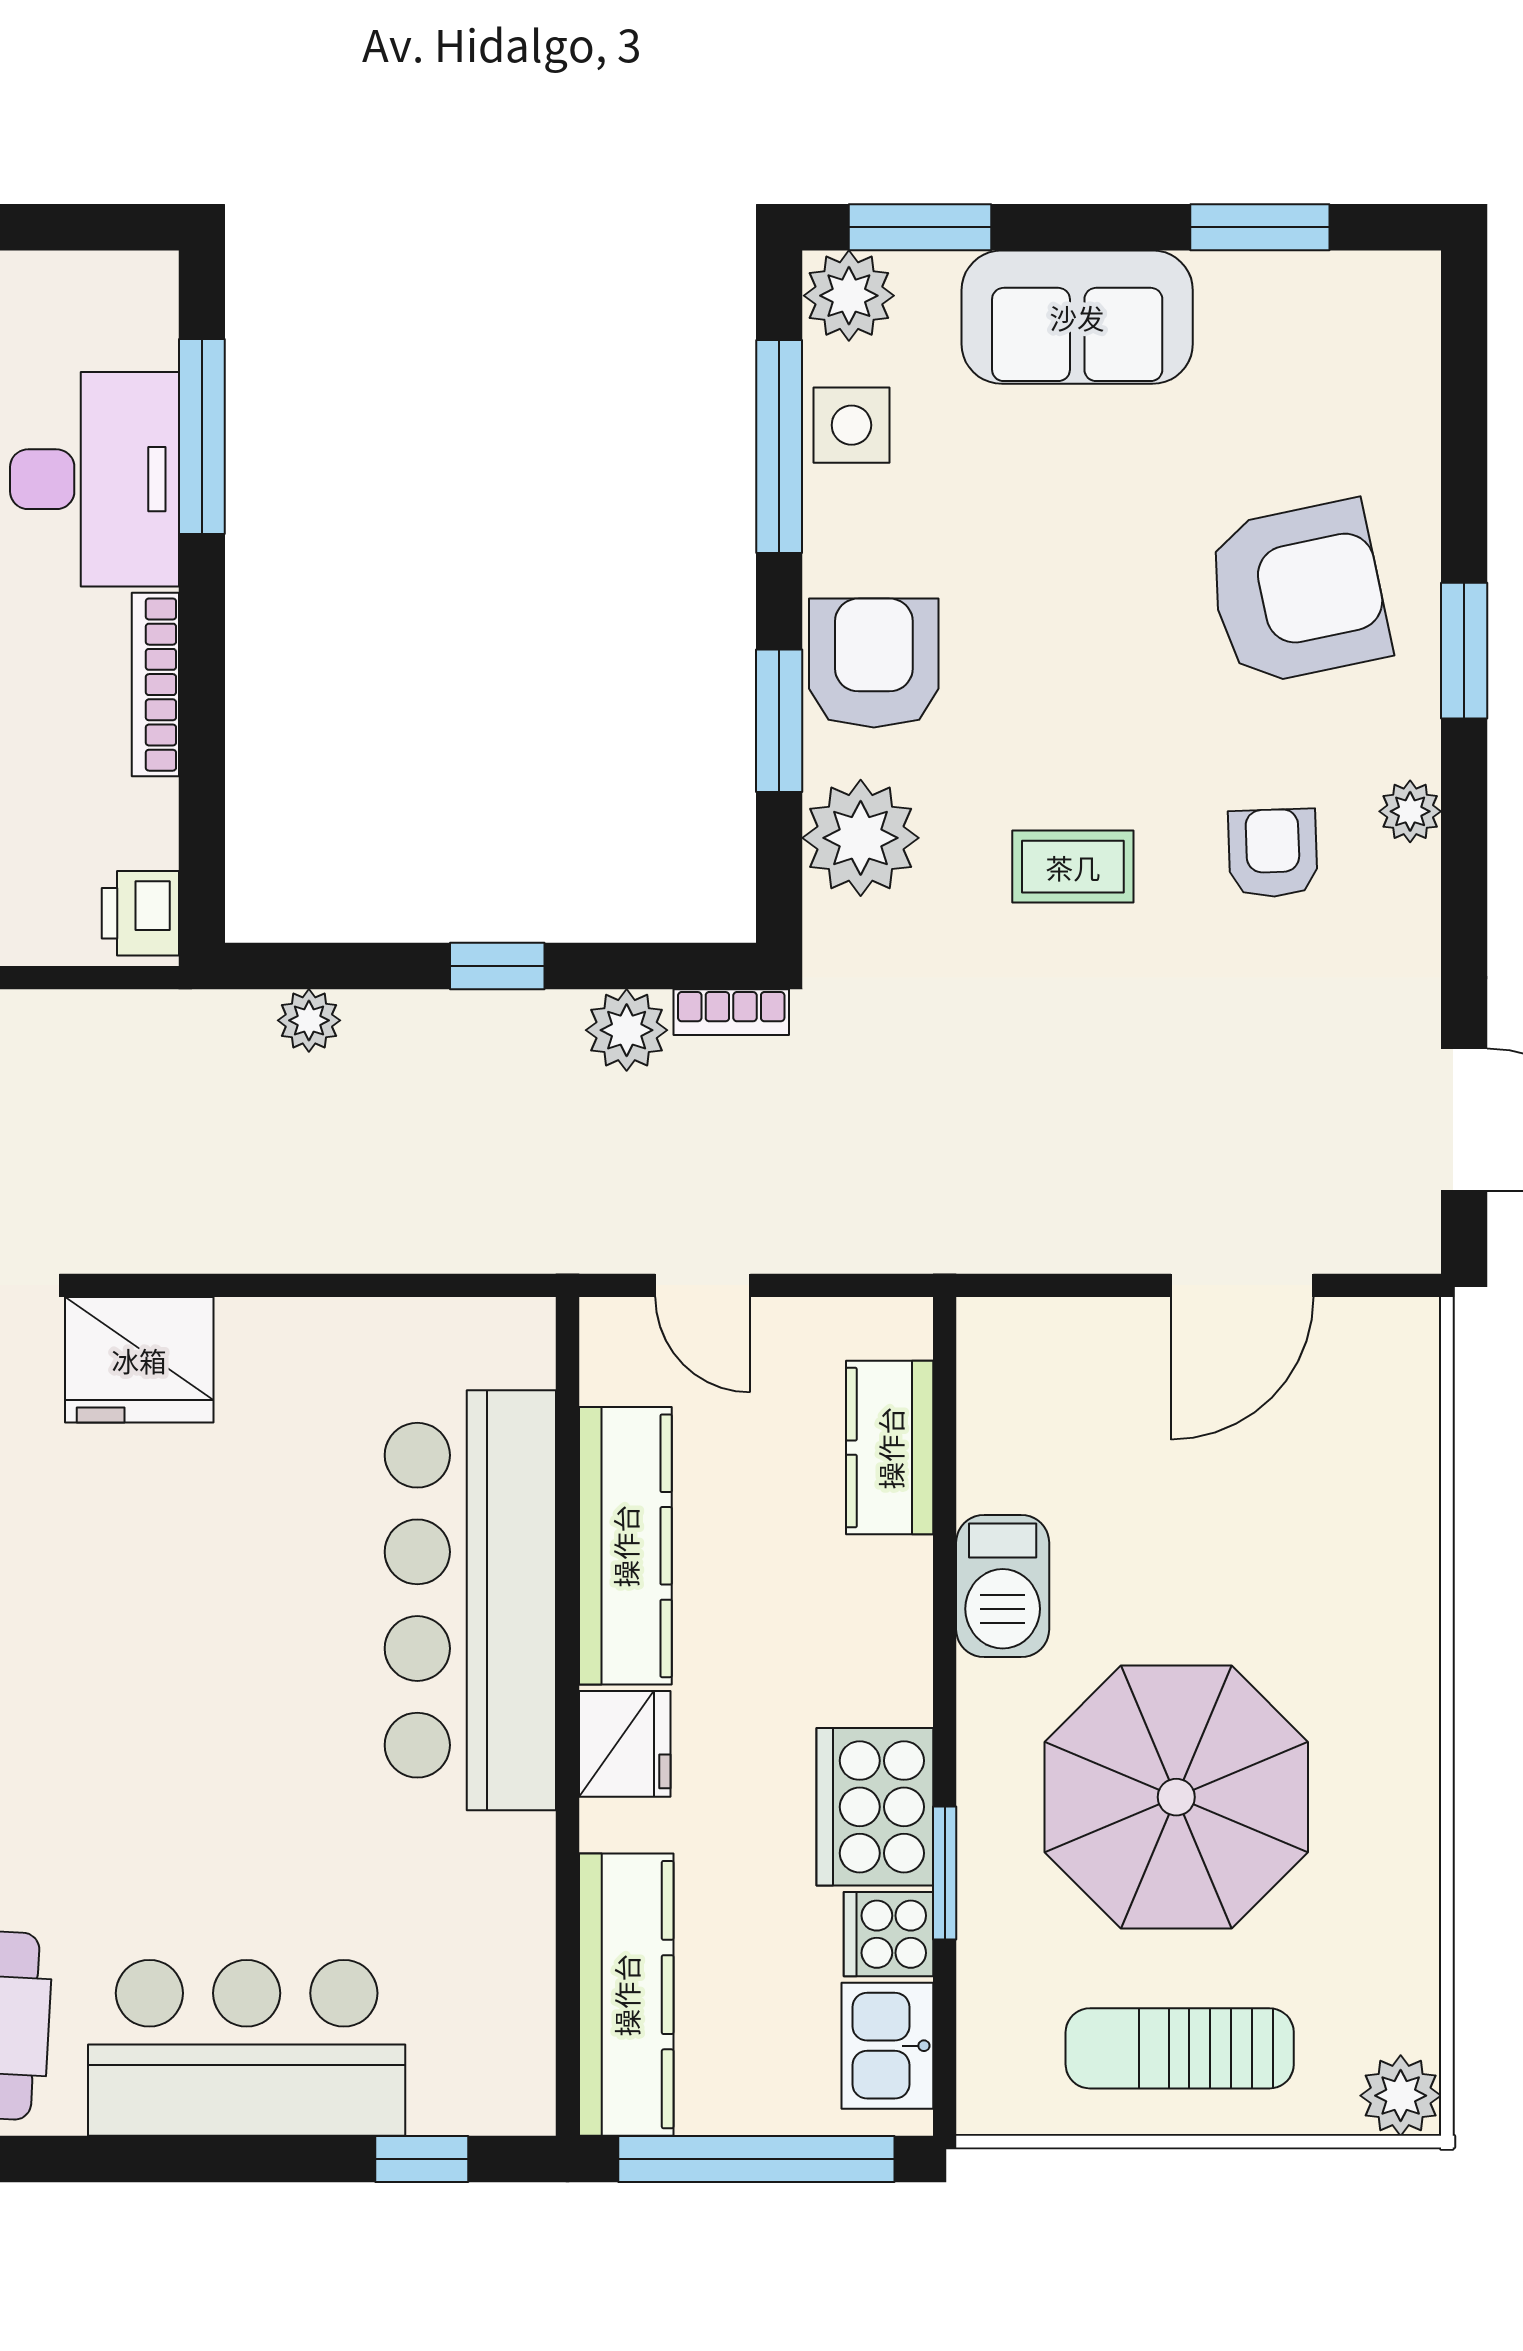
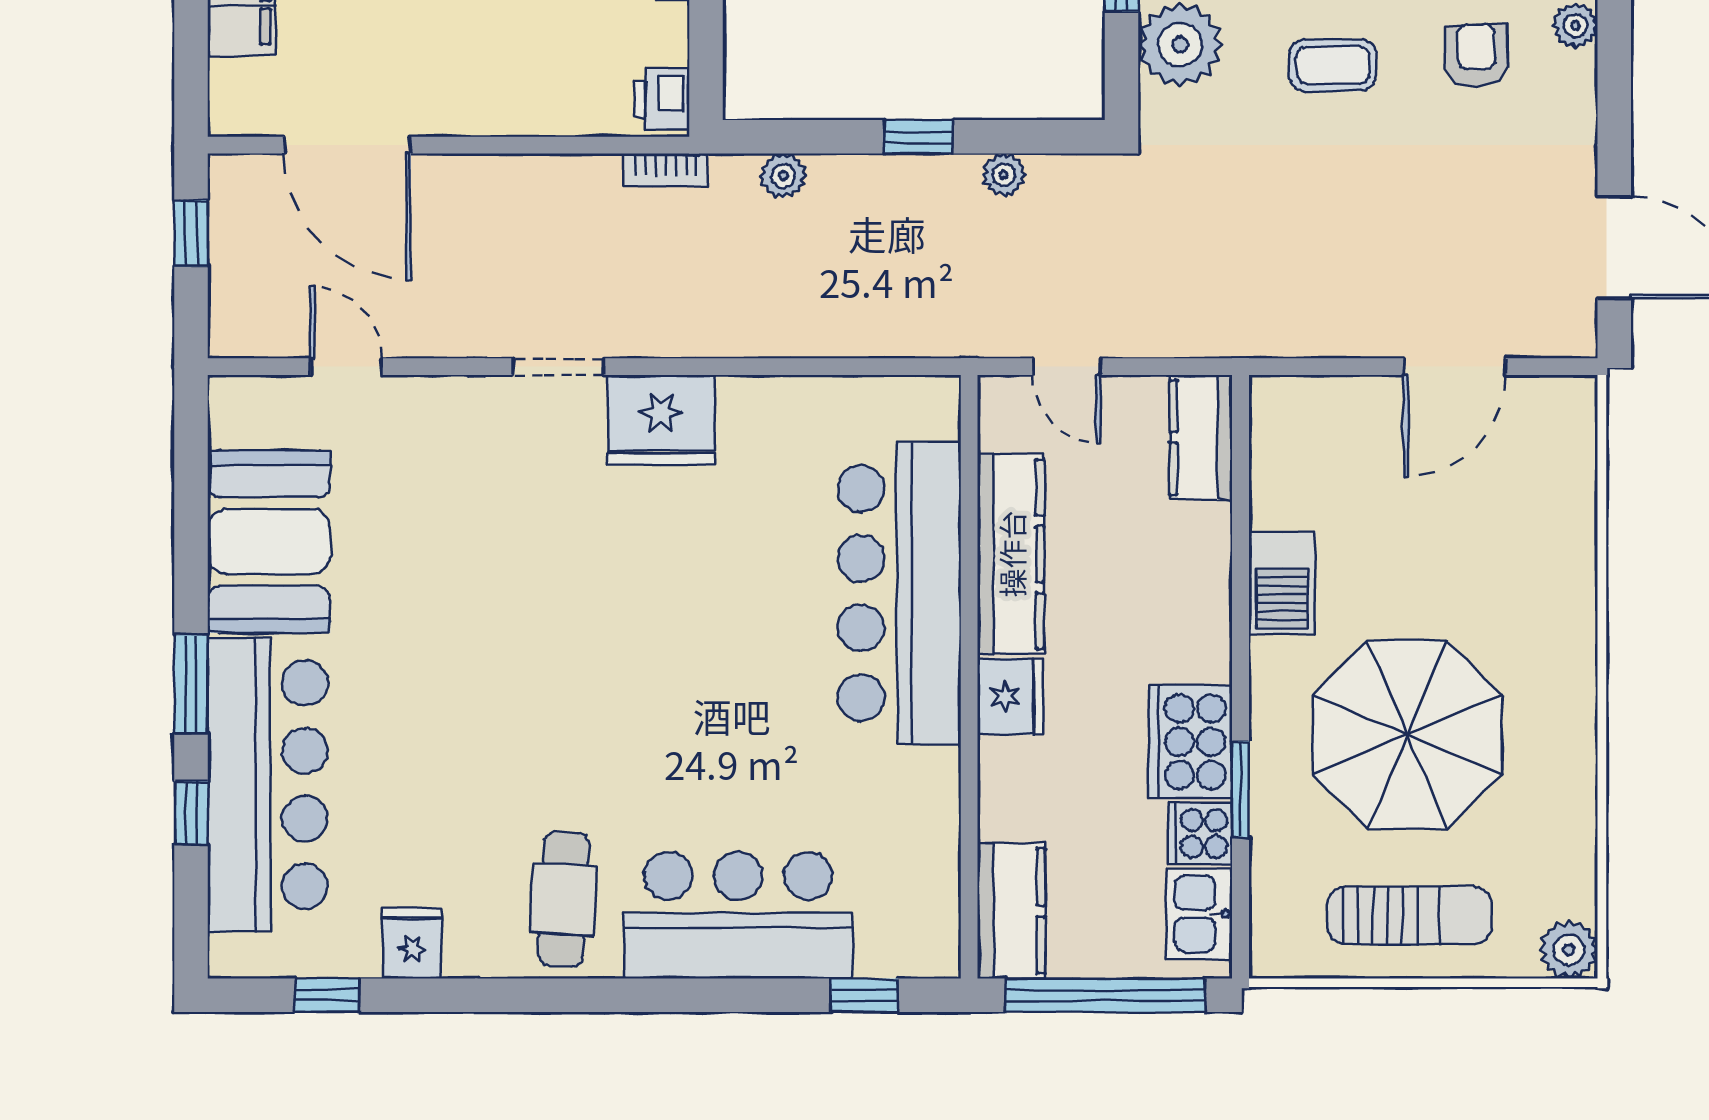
bookcase: (731, 1012) -> (666, 170), moved
plant: (627, 1030) -> (1004, 175), width x0.73, depth x0.73
kitchen counter: (890, 1448) -> (1201, 437), moved
kitchen counter: (626, 1995) -> (1011, 911), width x0.67
sun lounger: (1180, 2048) -> (1410, 916), turned 180

